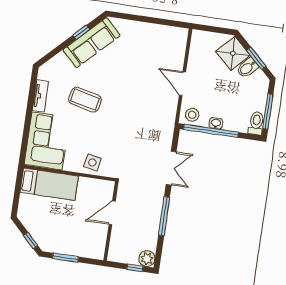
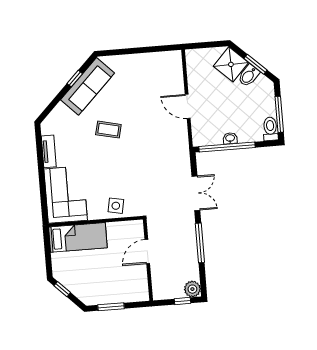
coffee table: (85, 100) -> (108, 130), moved, width x0.73, depth x0.77
stool: (192, 115) -> (205, 135), removed
window: (31, 240) -> (62, 289), moved

